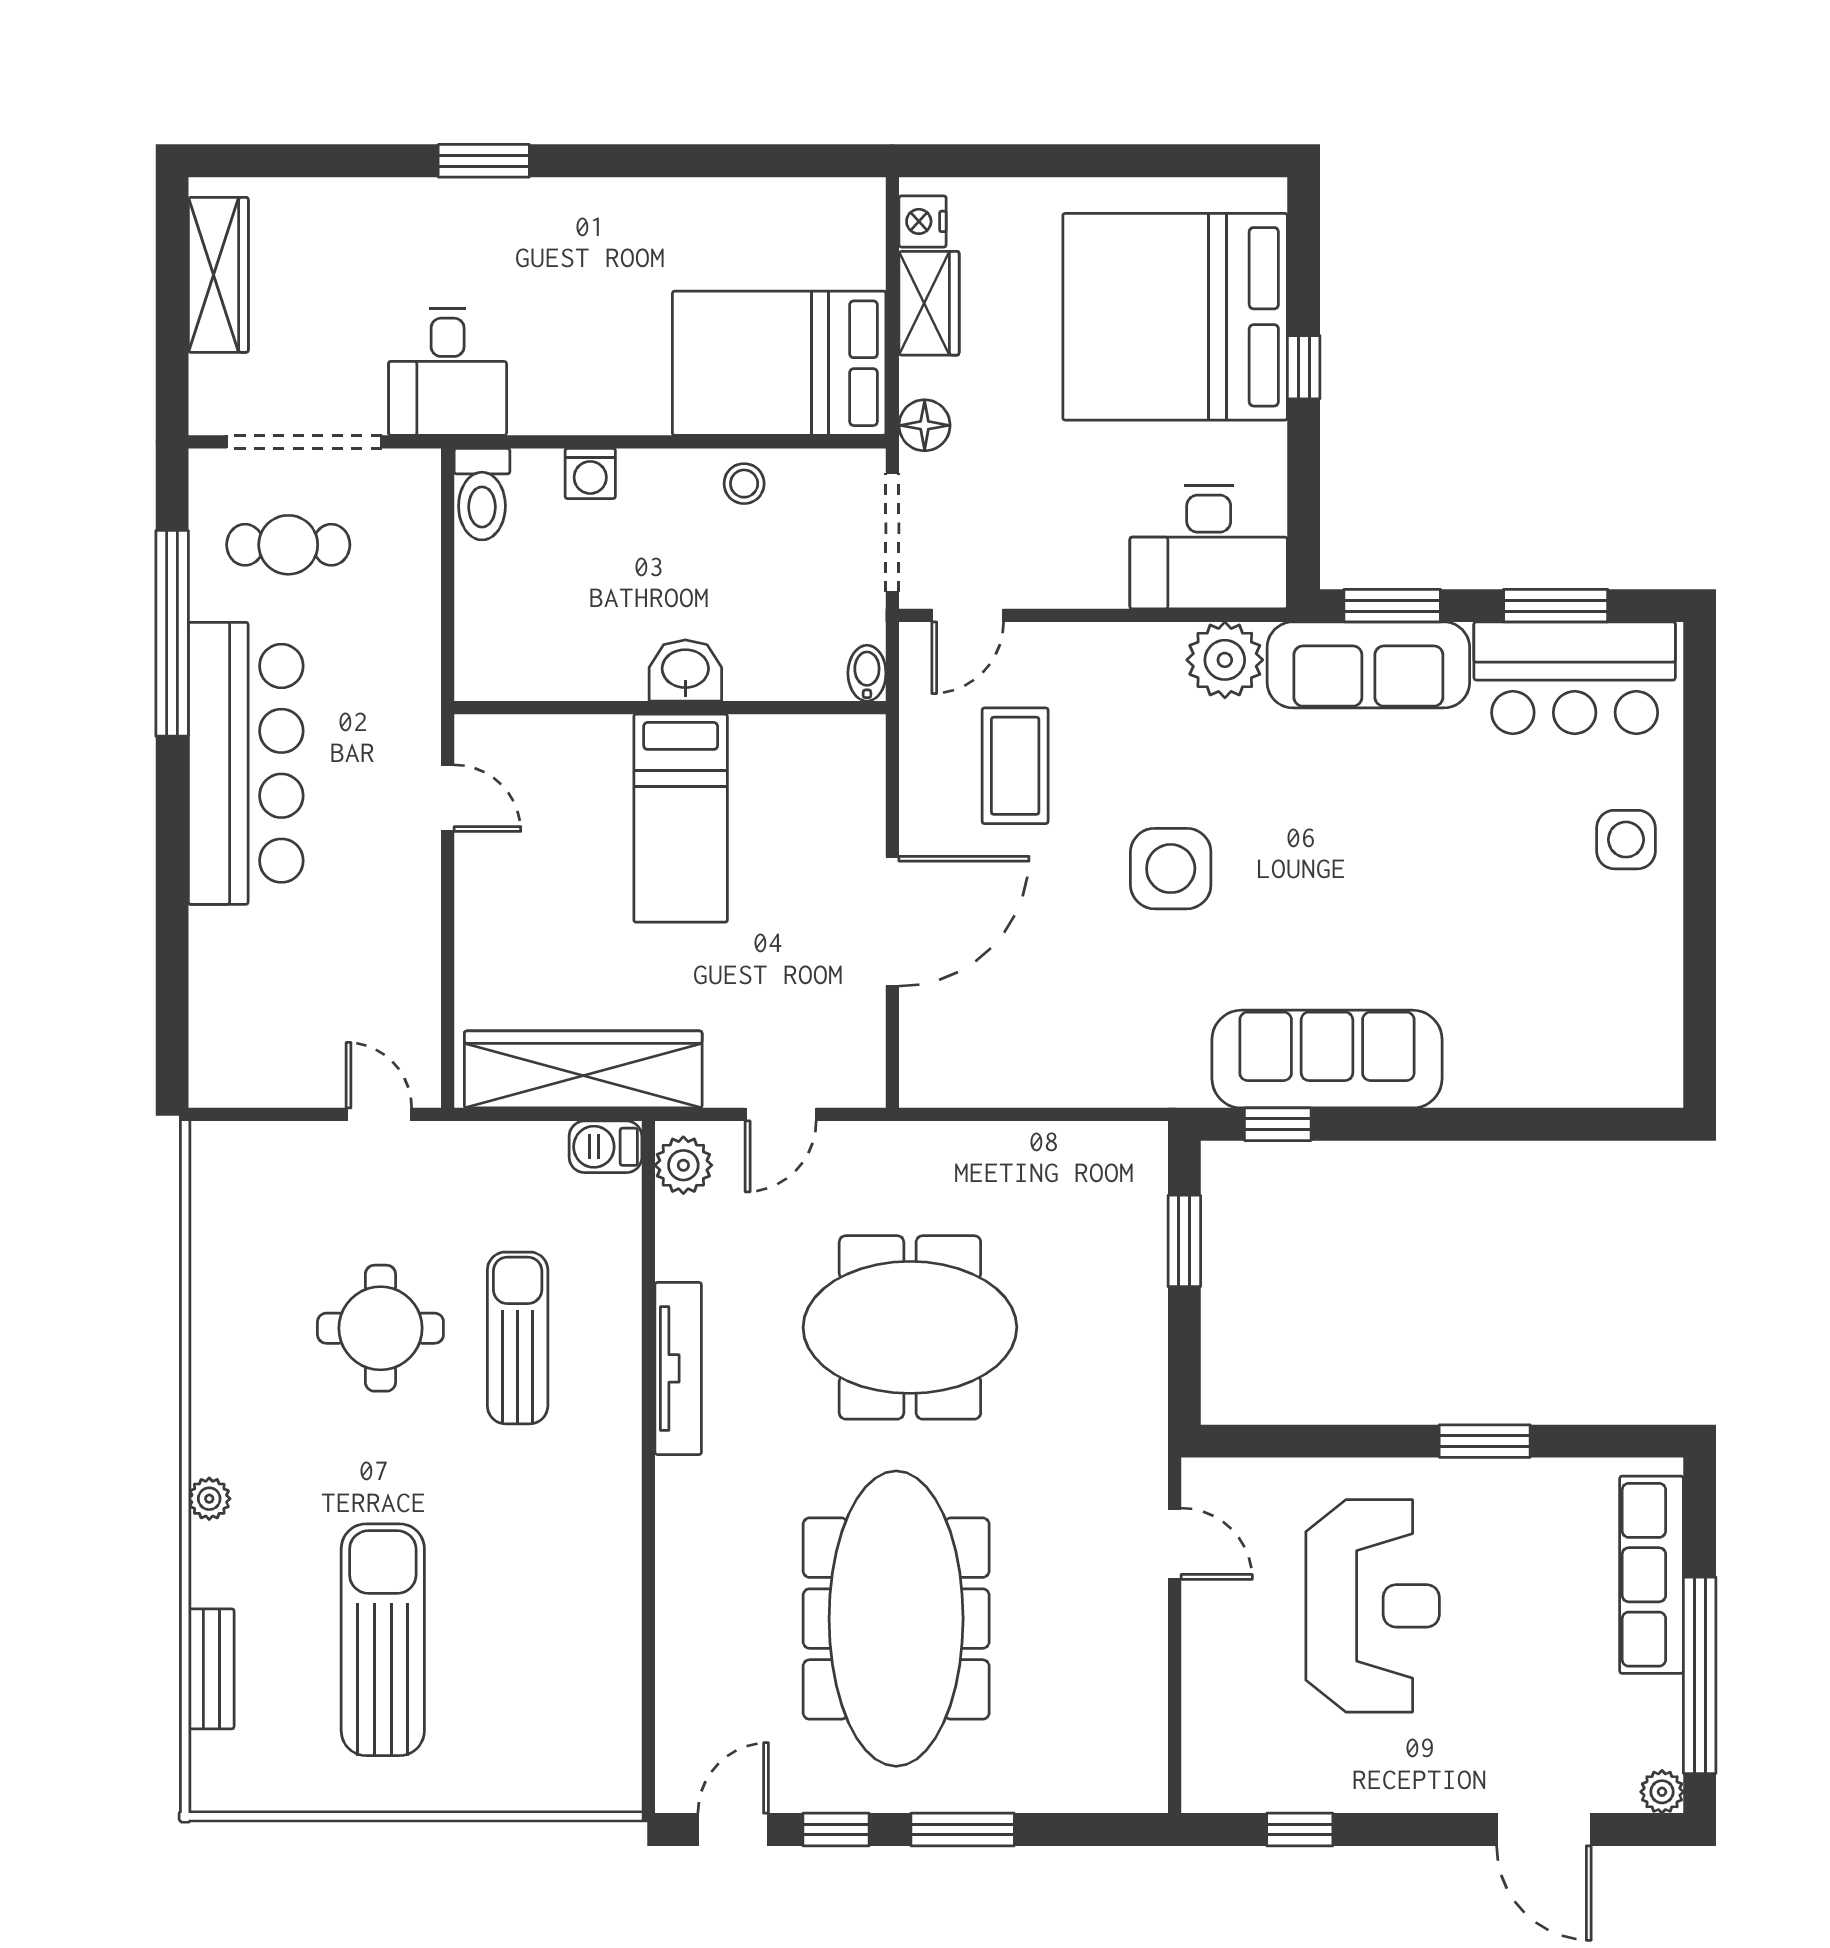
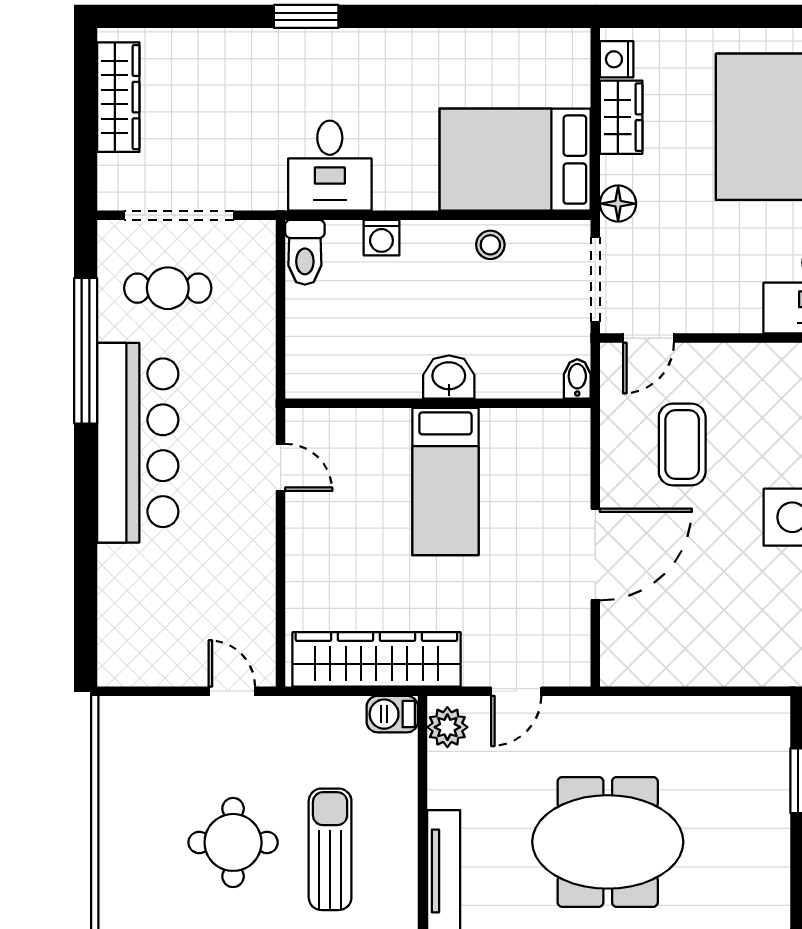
desk: (448, 372) -> (330, 166), moved

